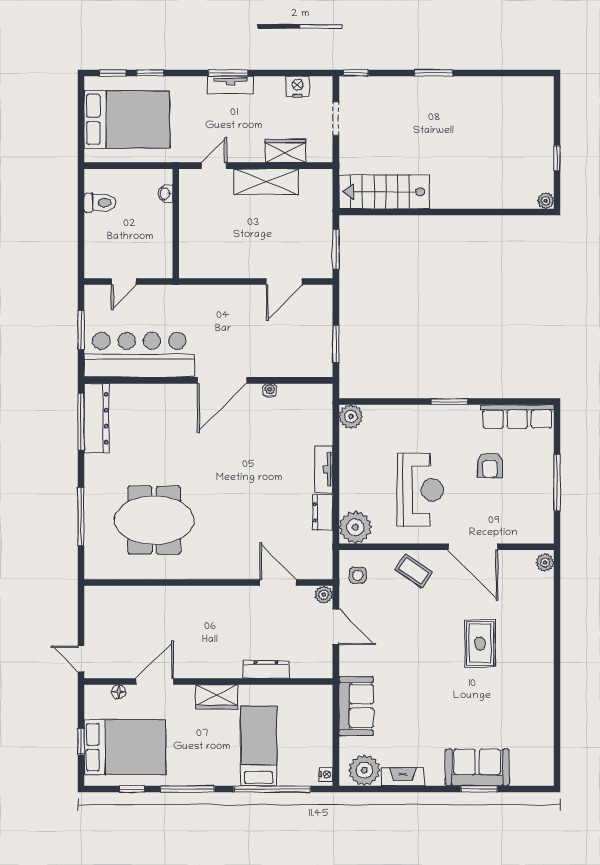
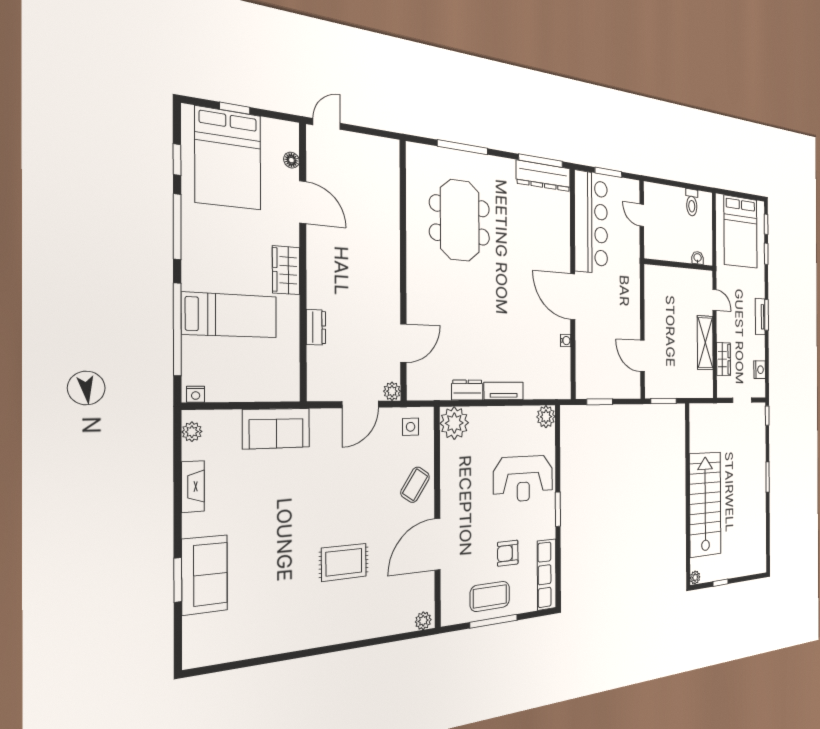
stairs: (384, 192) -> (705, 504), moved, width x1.36, depth x1.51
coffee table: (531, 487) -> (490, 596), added
reception desk: (420, 490) -> (523, 479), moved
dresser: (266, 669) -> (316, 327), width x0.70
plant: (364, 770) -> (192, 432), width x0.53, depth x0.53

